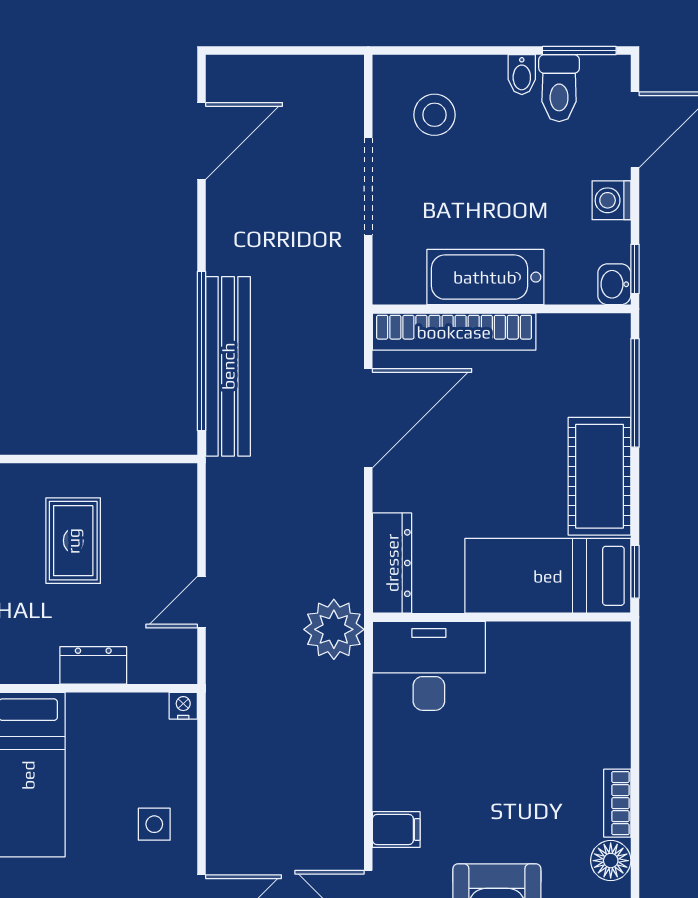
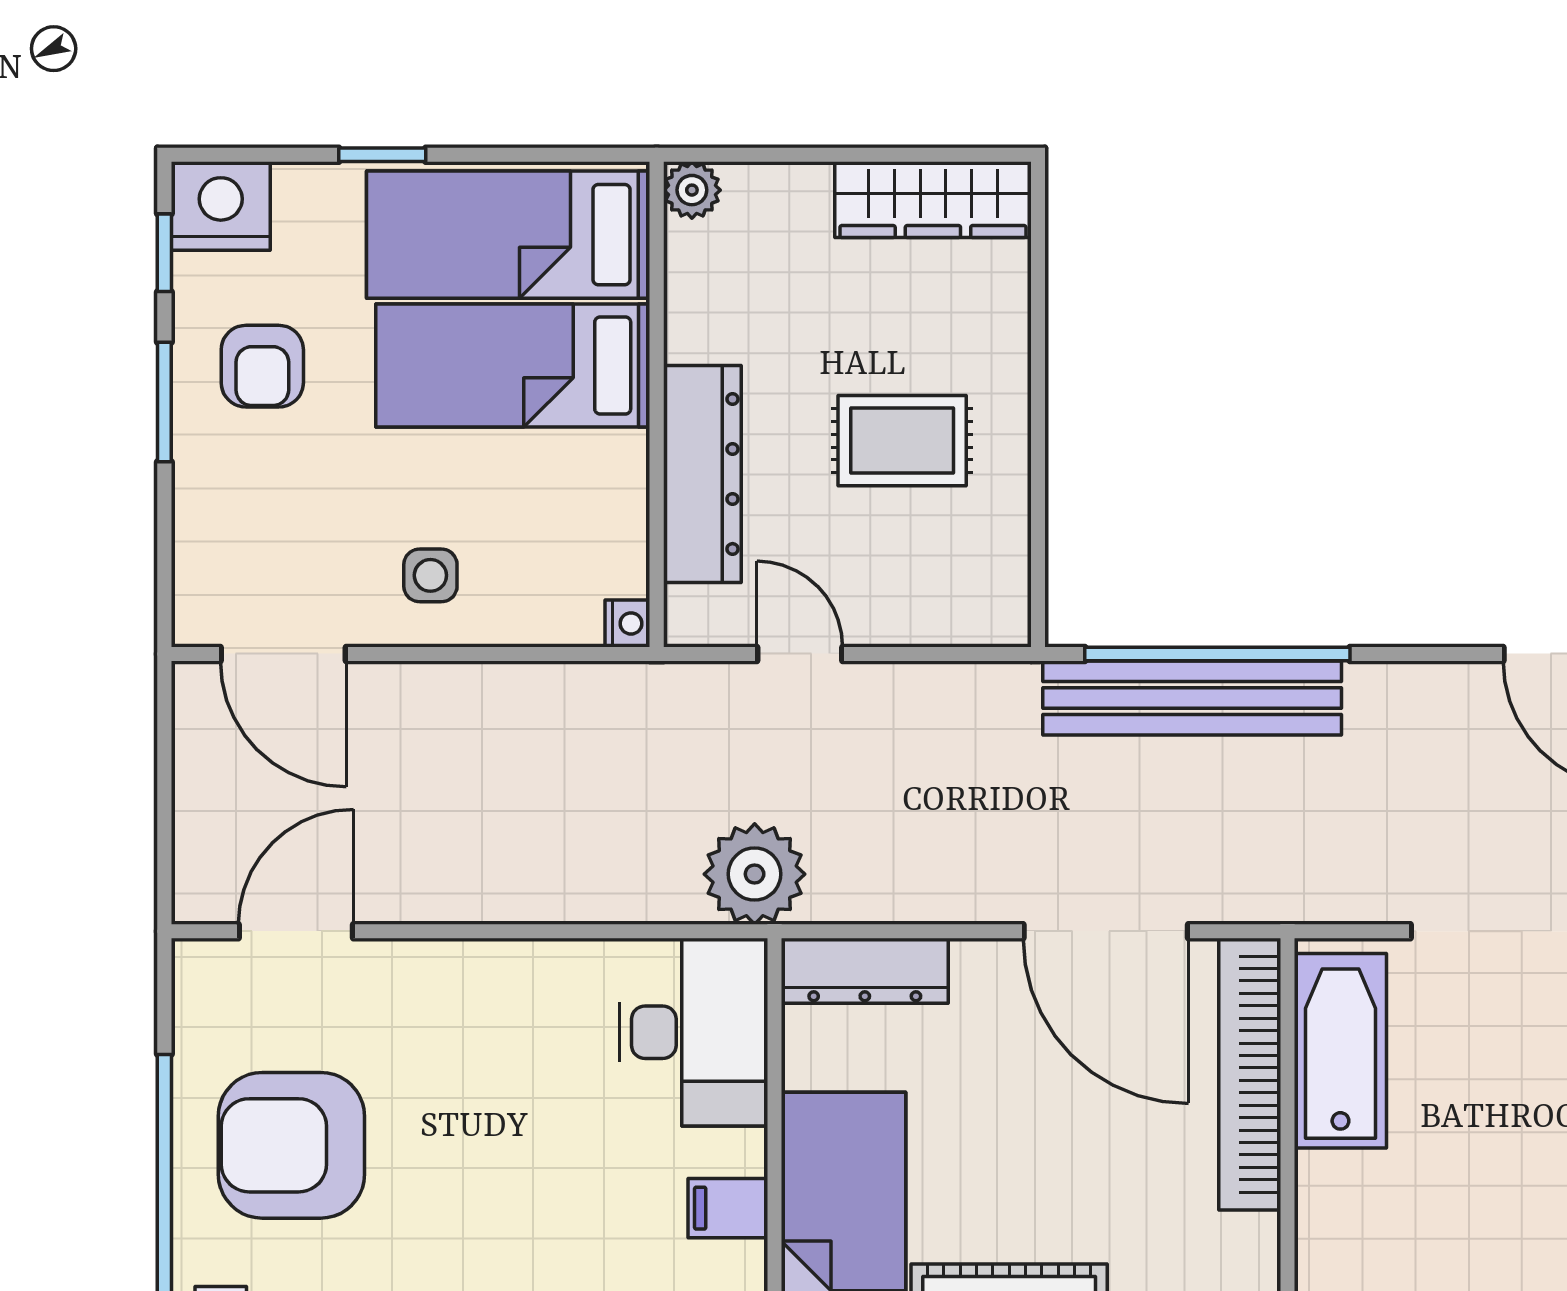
bathtub: (485, 277) -> (1340, 1051), moved
dresser: (93, 665) -> (702, 474), width x1.96, depth x1.24
filing cabinet: (396, 830) -> (728, 1208), moved, turned 90

